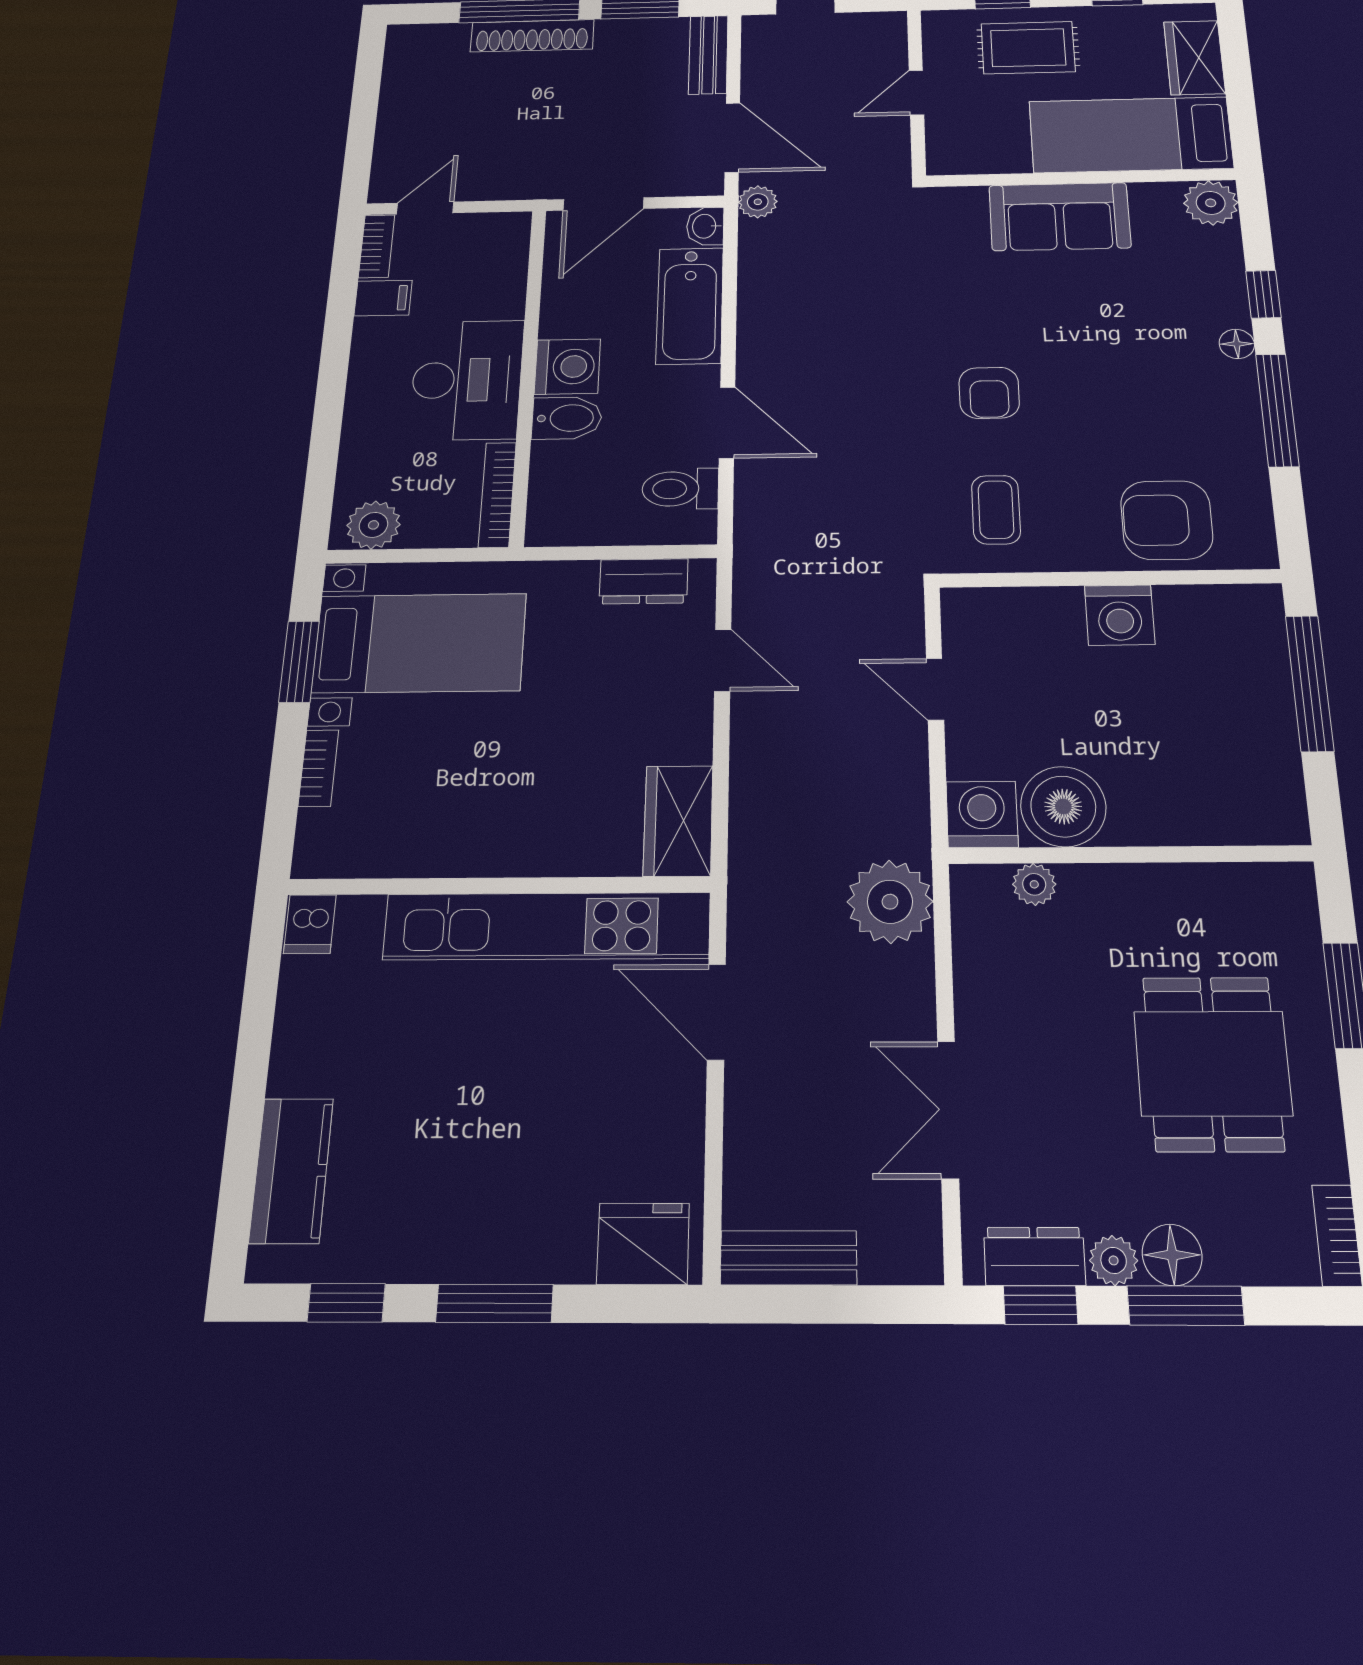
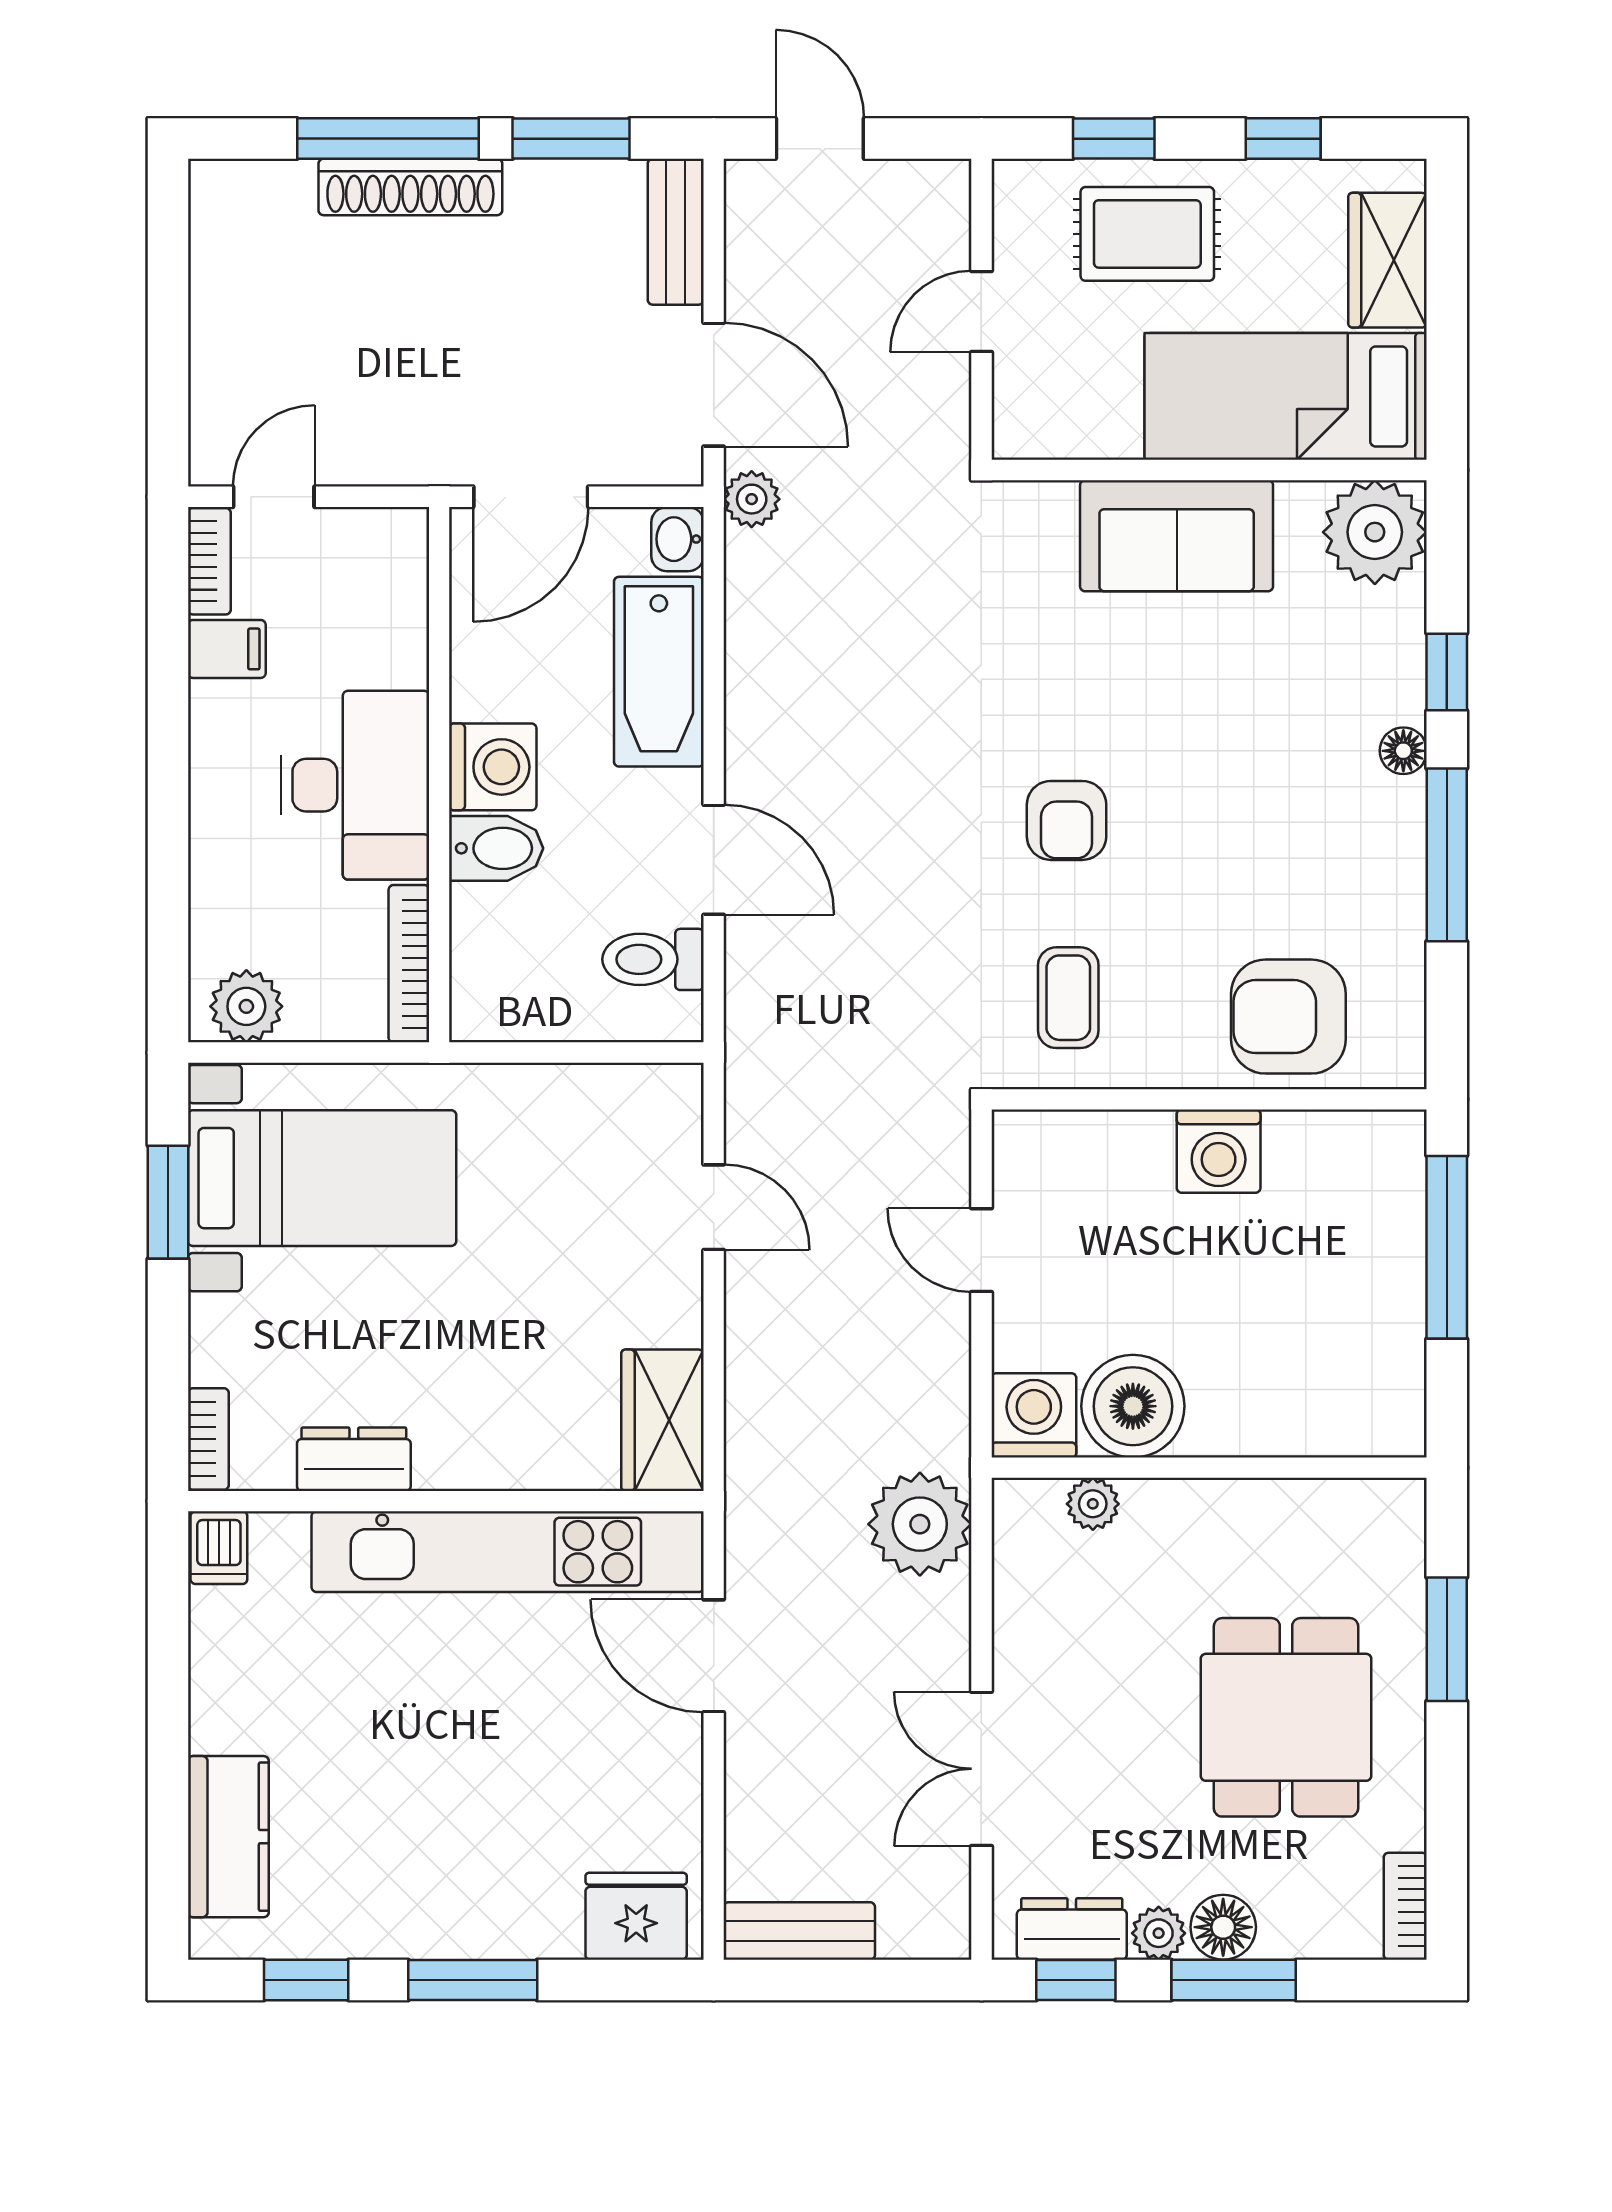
plant: (1211, 203) -> (1375, 532), width x1.36, depth x1.36
dresser: (644, 581) -> (354, 1459), moved, turned 180
bookcase: (318, 768) -> (208, 1439), moved

